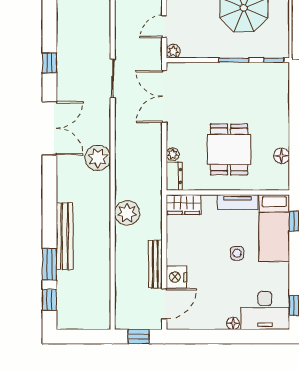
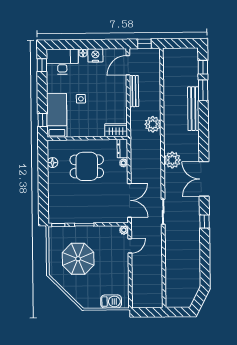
dining table: (229, 149) -> (87, 166), turned 90
tv unit: (238, 202) -> (81, 132), removed
nightstand: (176, 277) -> (95, 55), moved, turned -90

